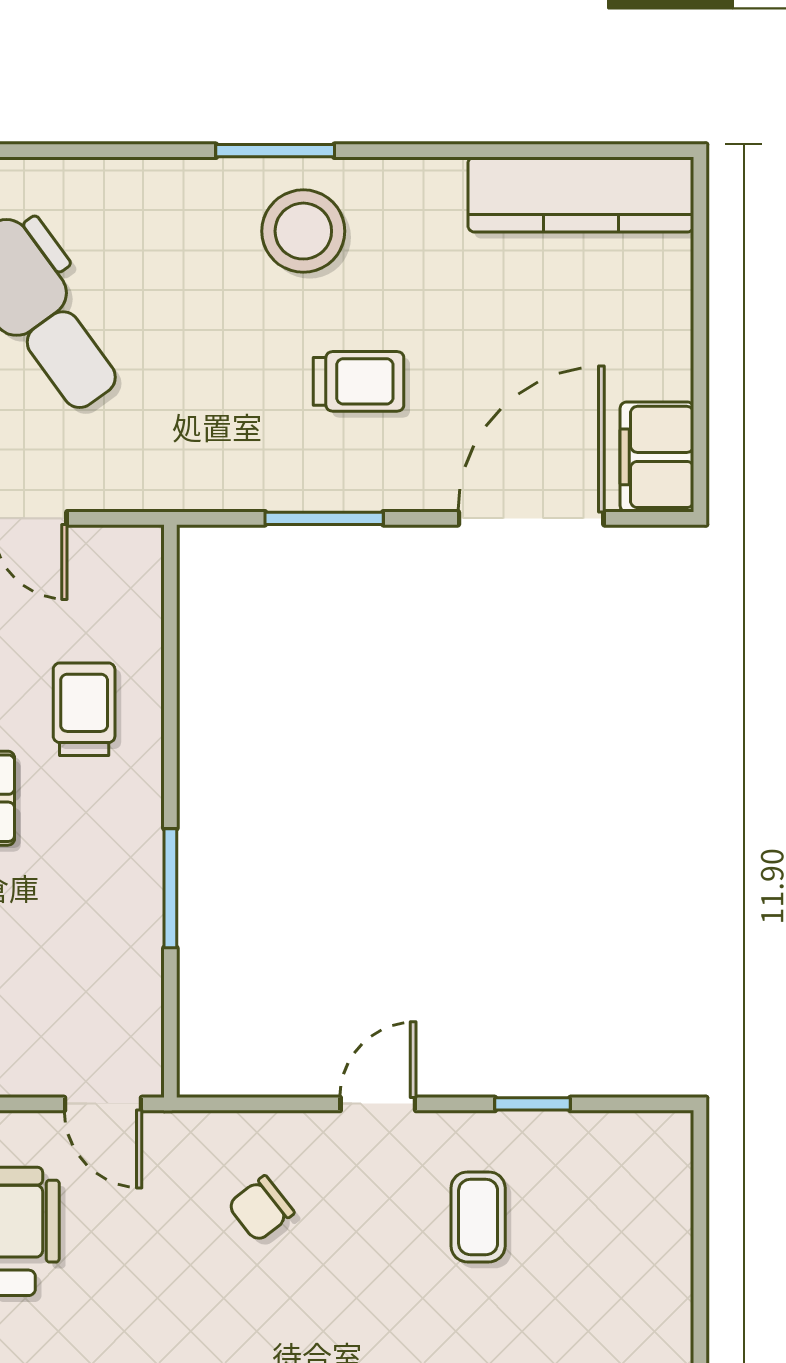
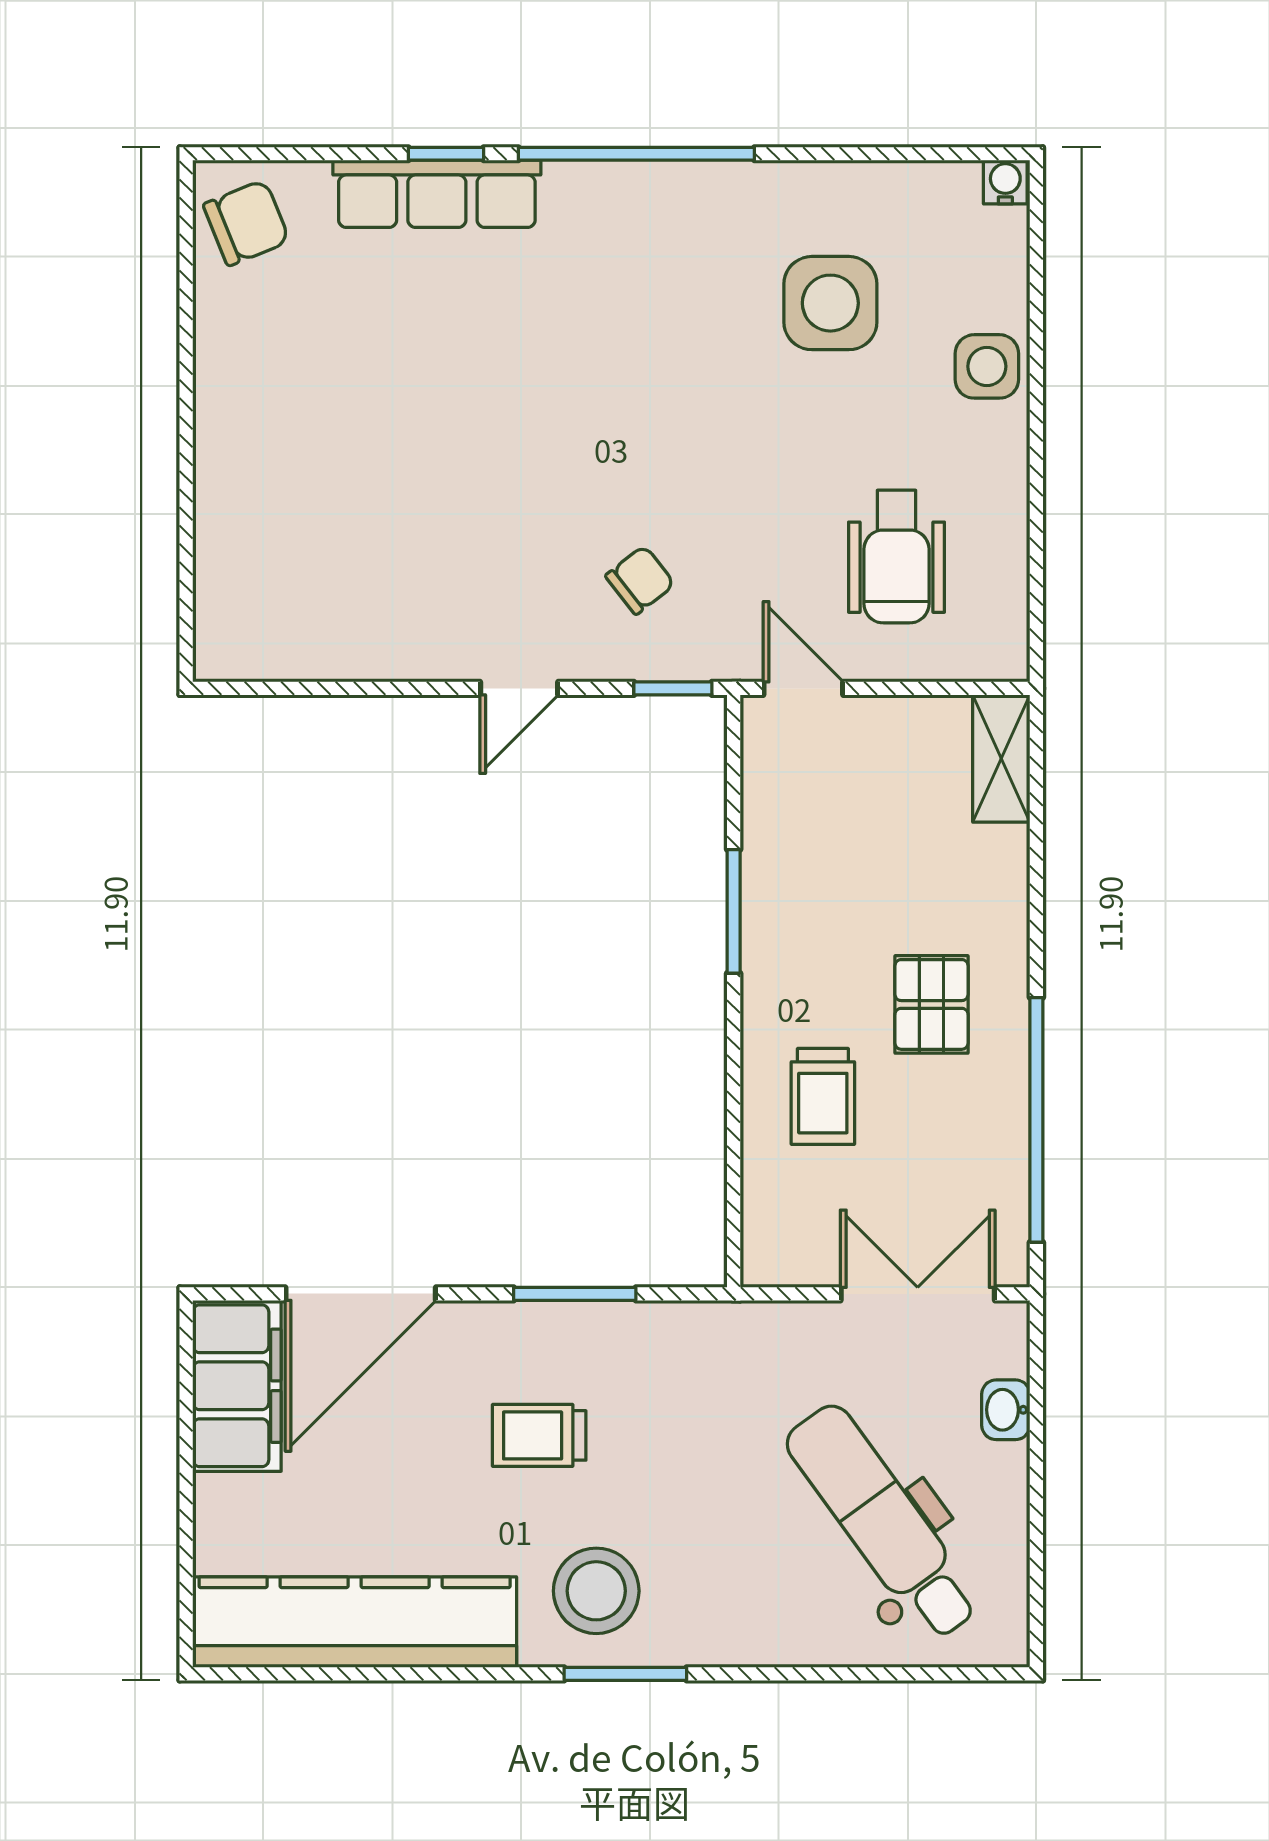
kitchen counter: (581, 195) -> (355, 1622), width x1.39, depth x1.17
filing cabinet: (657, 457) -> (237, 1386), width x1.50, depth x1.17
window: (533, 1104) -> (673, 688), moved
coffee table: (478, 1217) -> (416, 571), removed

